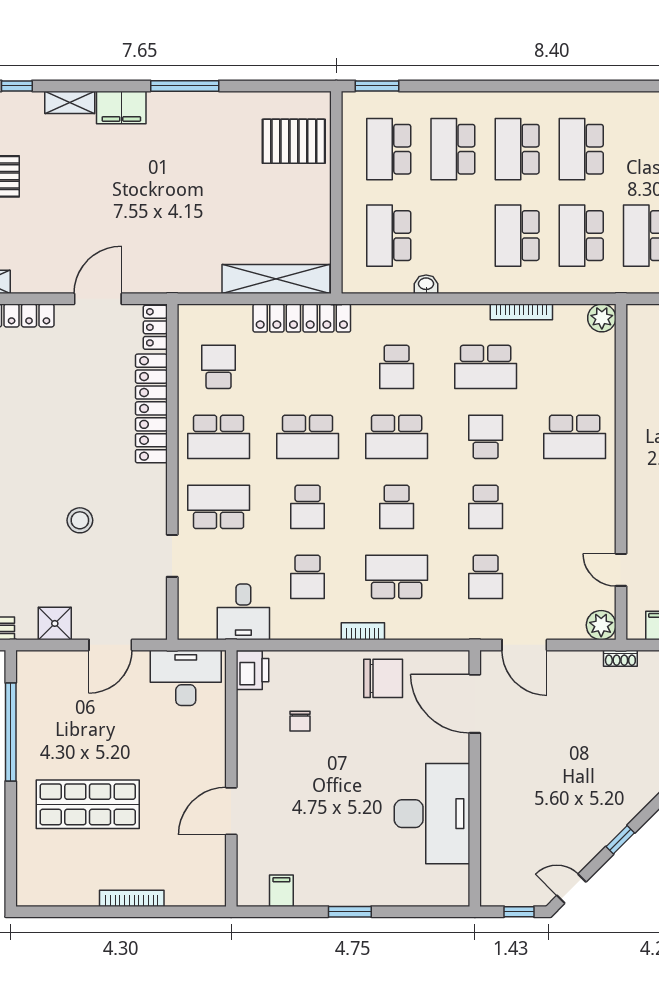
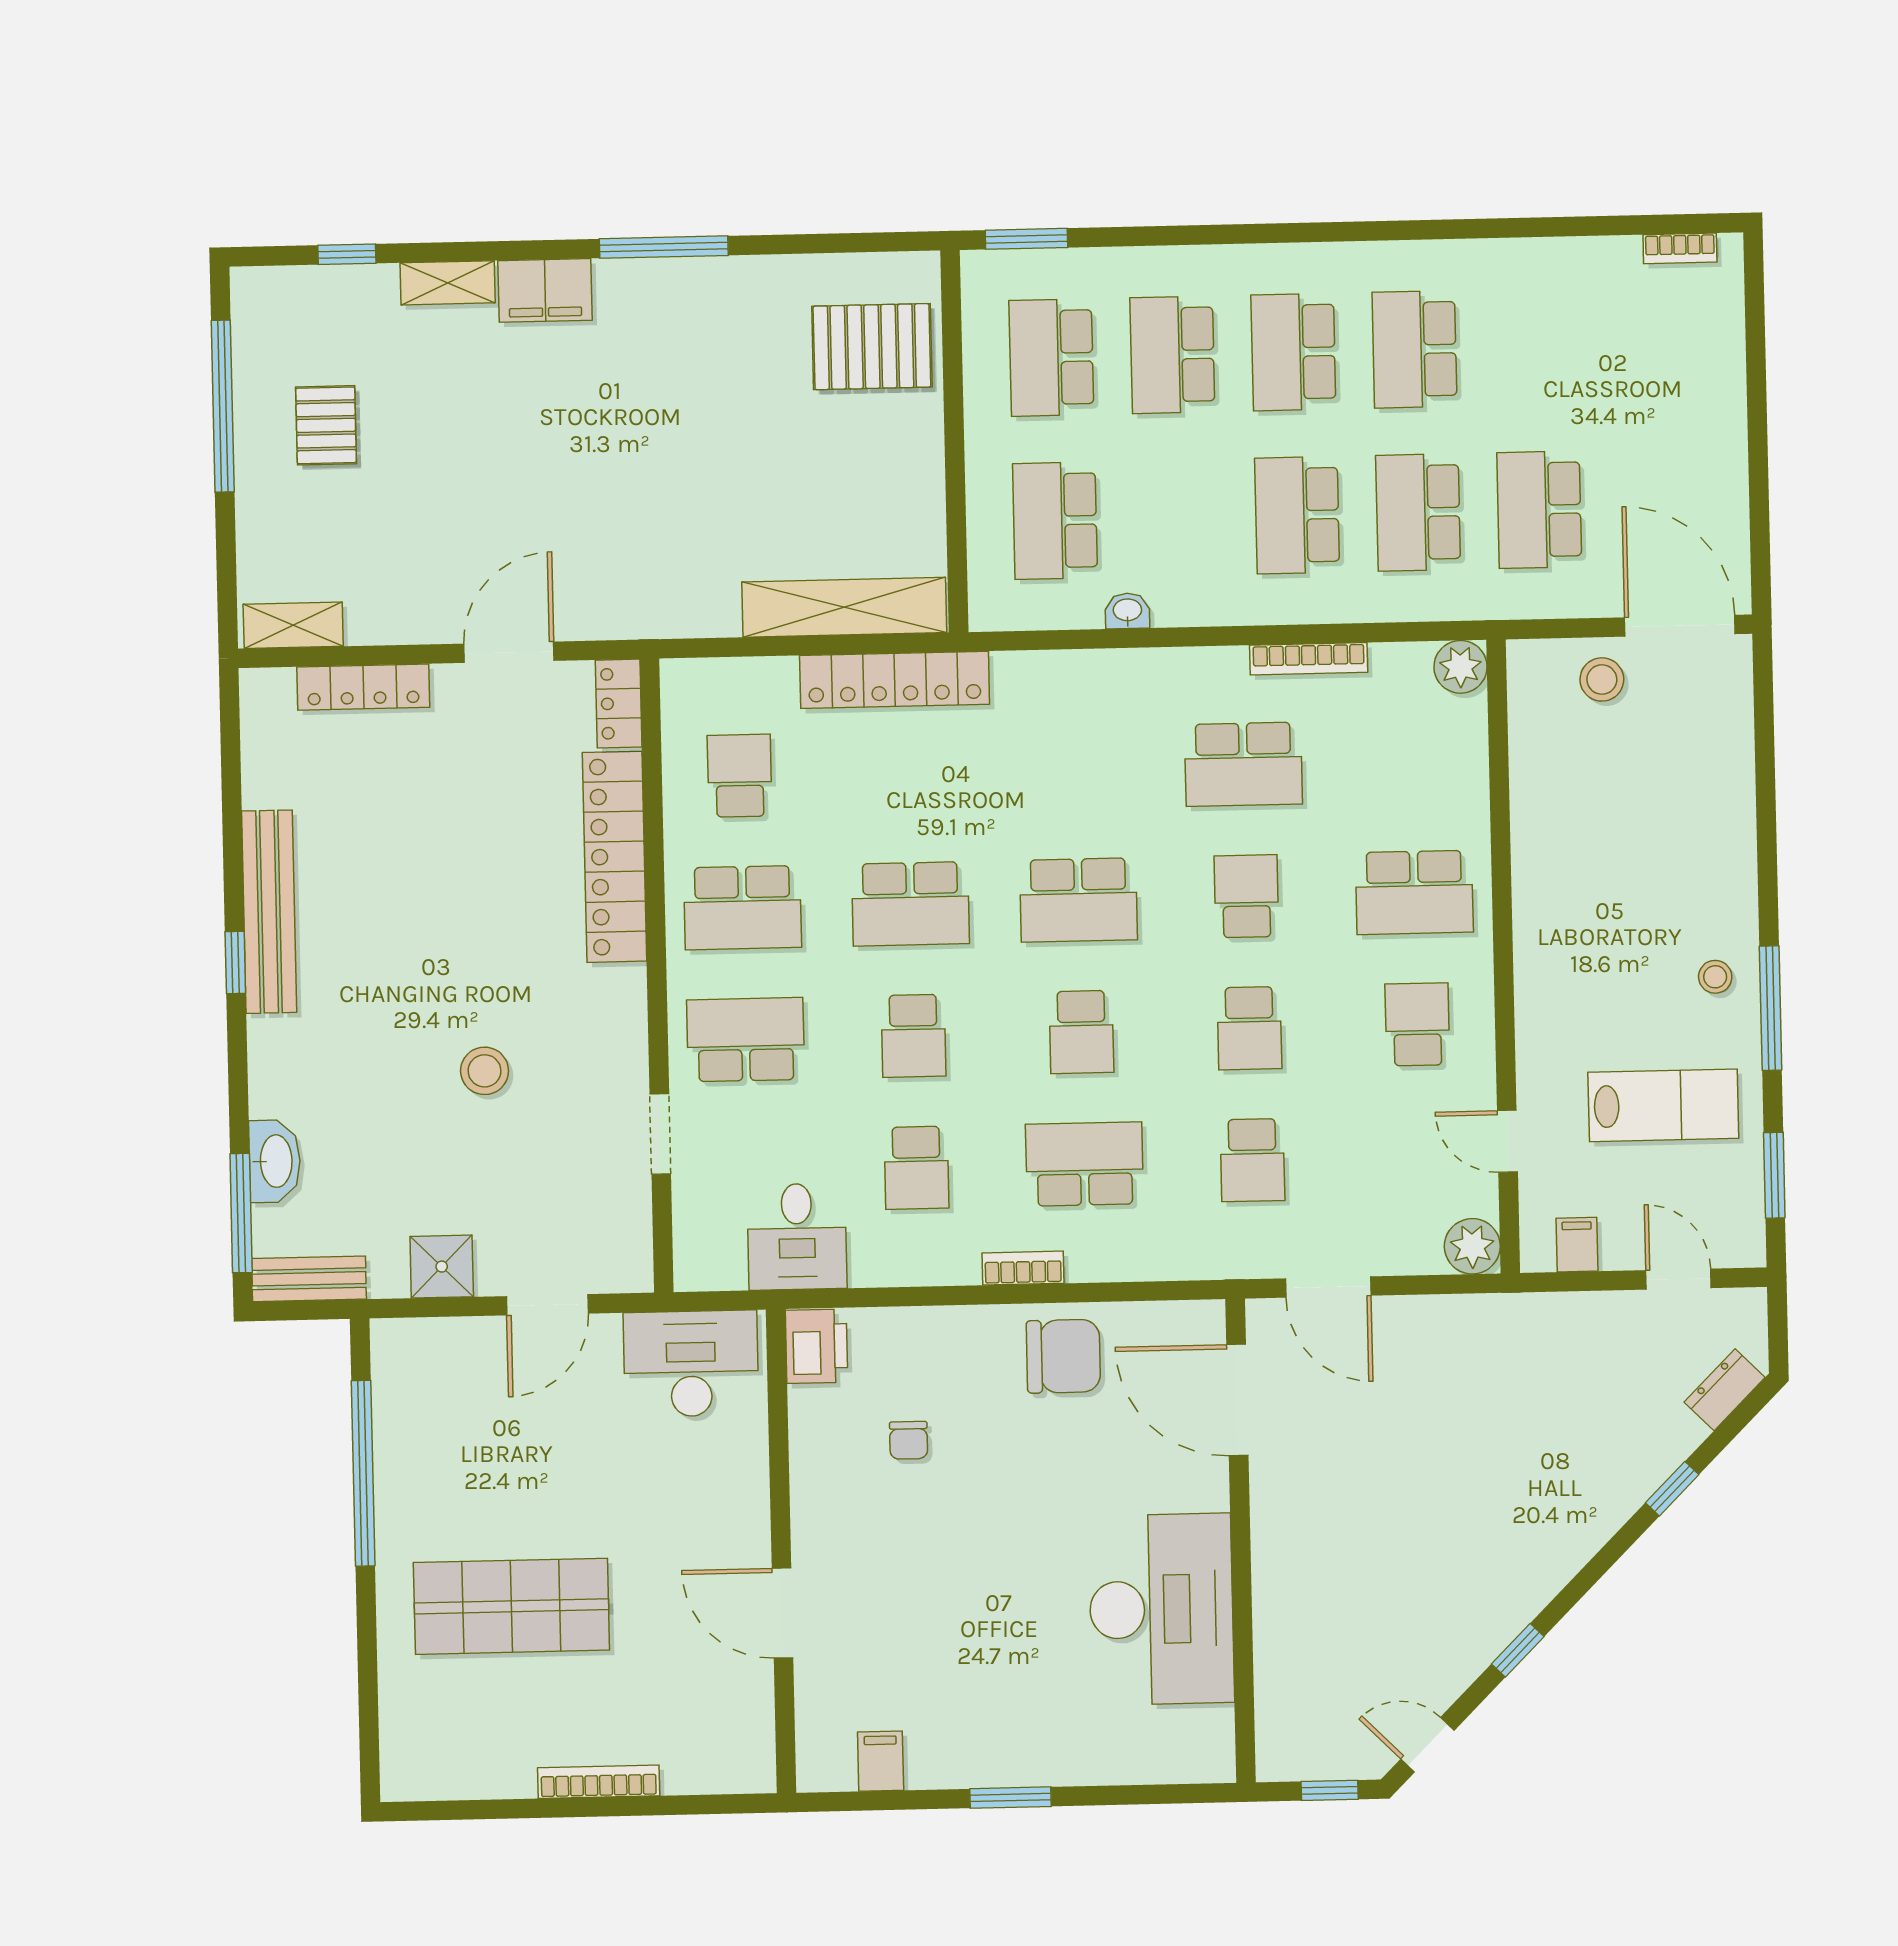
school desk: (397, 367) -> (1417, 1024), moved, turned 180
shoe rack: (620, 658) -> (1510, 1308), removed
door: (231, 811) -> (782, 1613), hinge flipped

